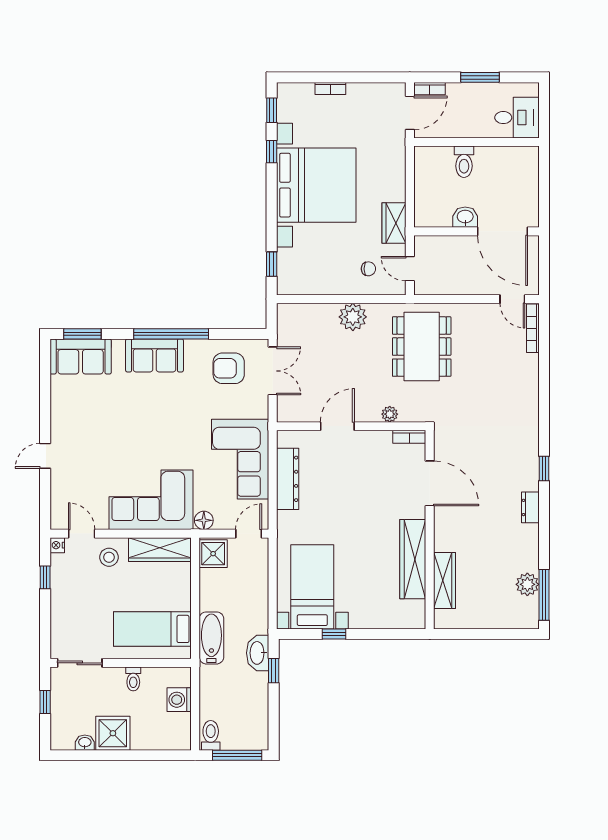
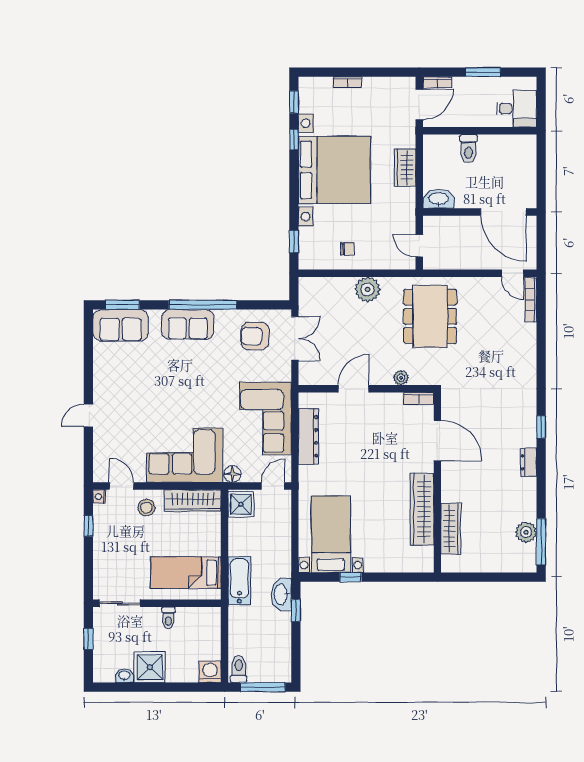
washbasin: (465, 217) -> (439, 199), moved, width x1.38
wardrobe: (394, 223) -> (405, 168), moved
chair: (368, 269) -> (347, 249), moved
washing machine: (179, 700) -> (210, 672), moved, turned 90

